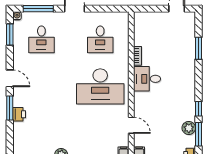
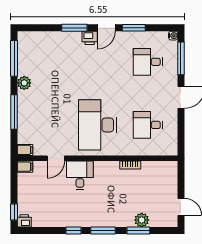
window: (10, 34) -> (134, 28), moved
desk: (147, 79) -> (80, 175), moved
printer: (19, 114) -> (90, 38), moved
plant: (189, 128) -> (142, 220), moved
window: (199, 134) -> (103, 230), moved

